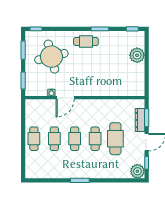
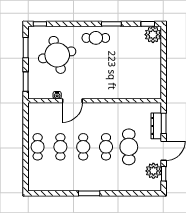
plant: (137, 55) -> (153, 35), moved
plant: (137, 171) -> (153, 171), moved

